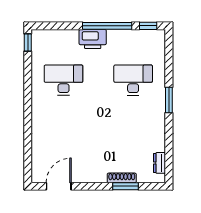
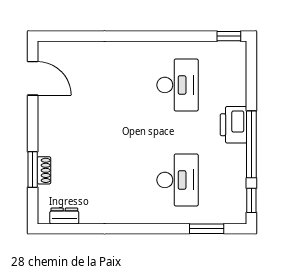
window: (169, 100) -> (207, 229), moved
shoe rack: (122, 178) -> (44, 170), width x0.70

